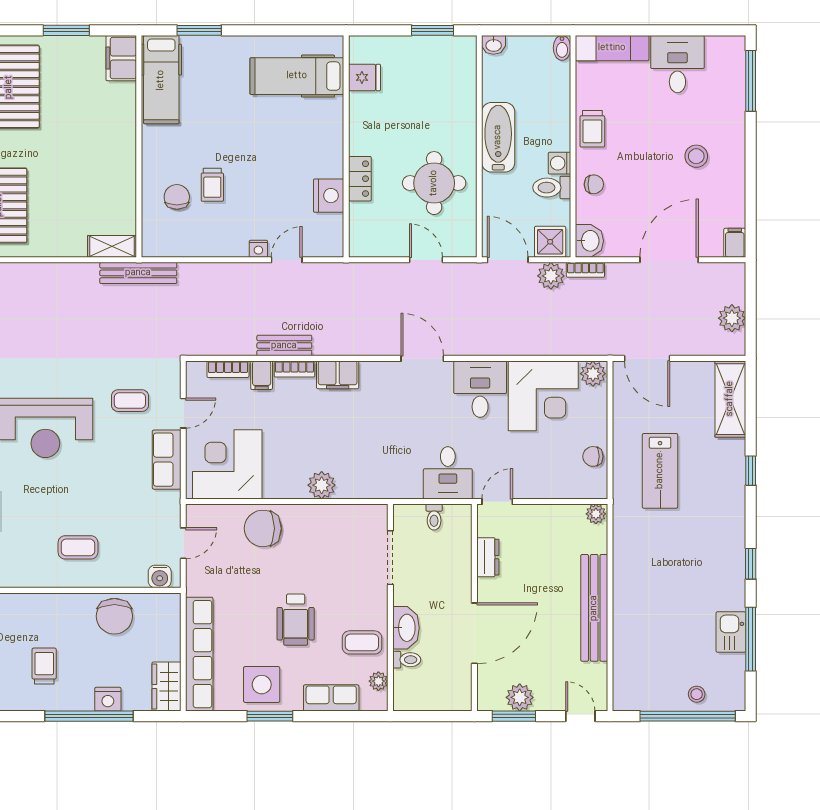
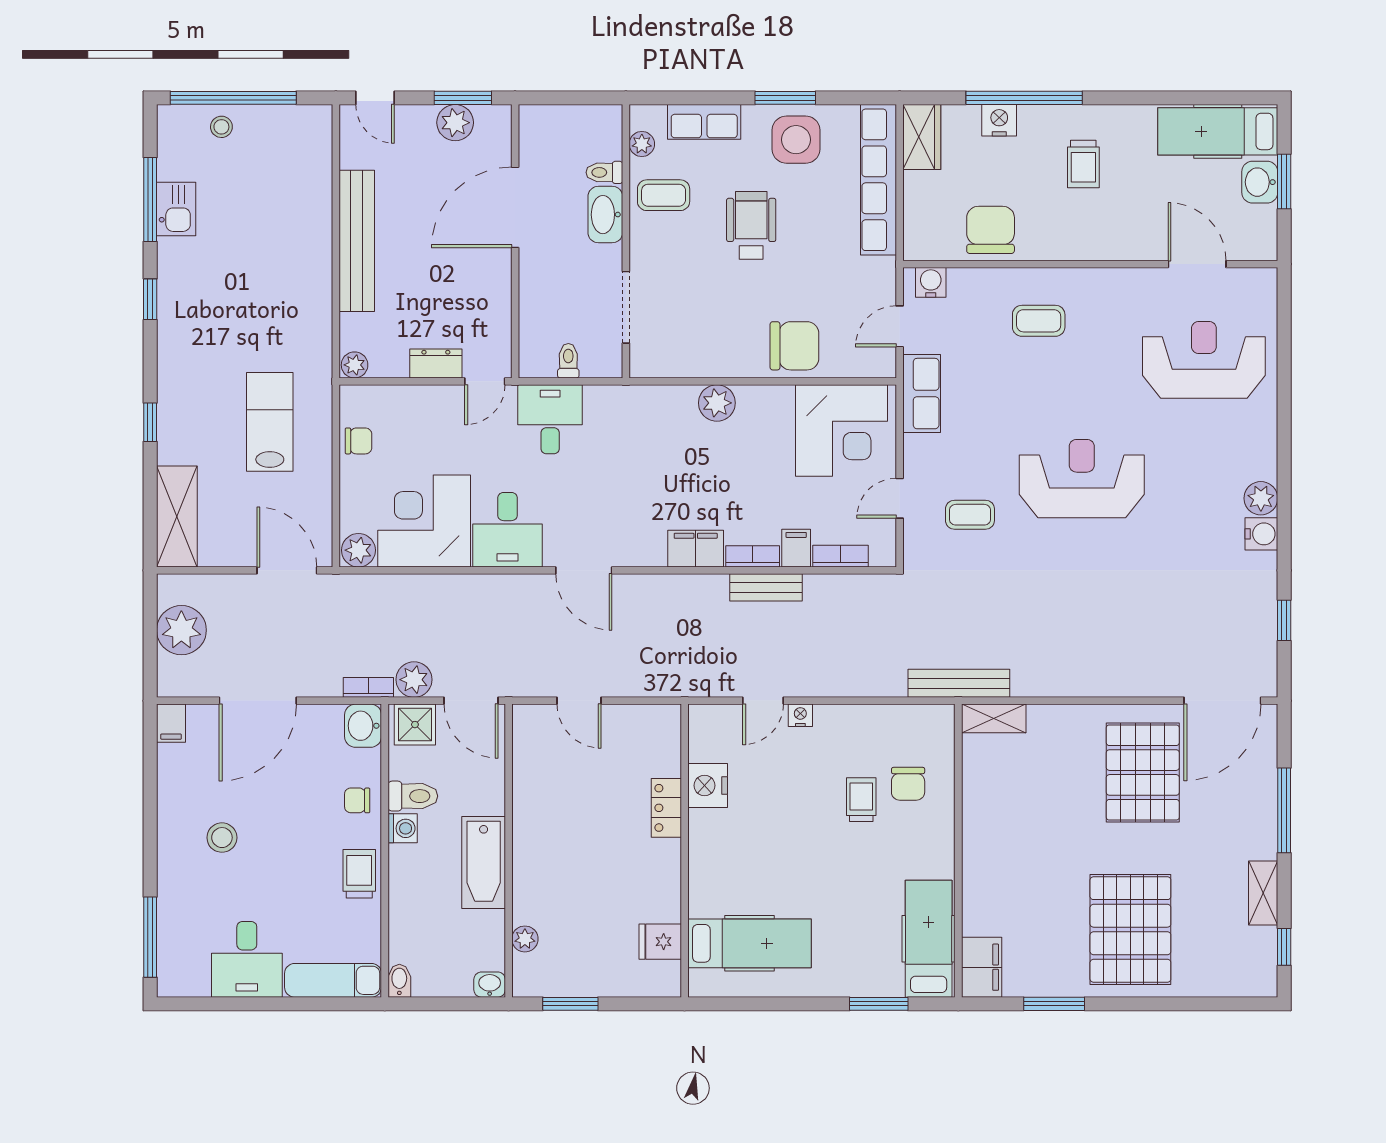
plant: (467, 79) -> (525, 939), added
round table: (434, 183) -> (568, 802), removed
plant: (732, 318) -> (181, 630), width x1.36, depth x1.36
row of seats: (167, 460) -> (922, 394), moved
dresser: (488, 557) -> (436, 364), moved, turned 90

